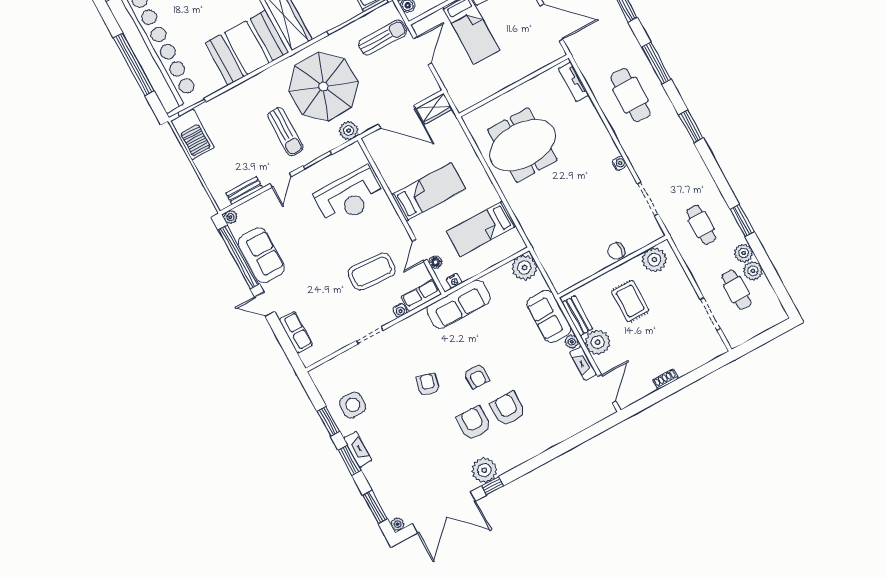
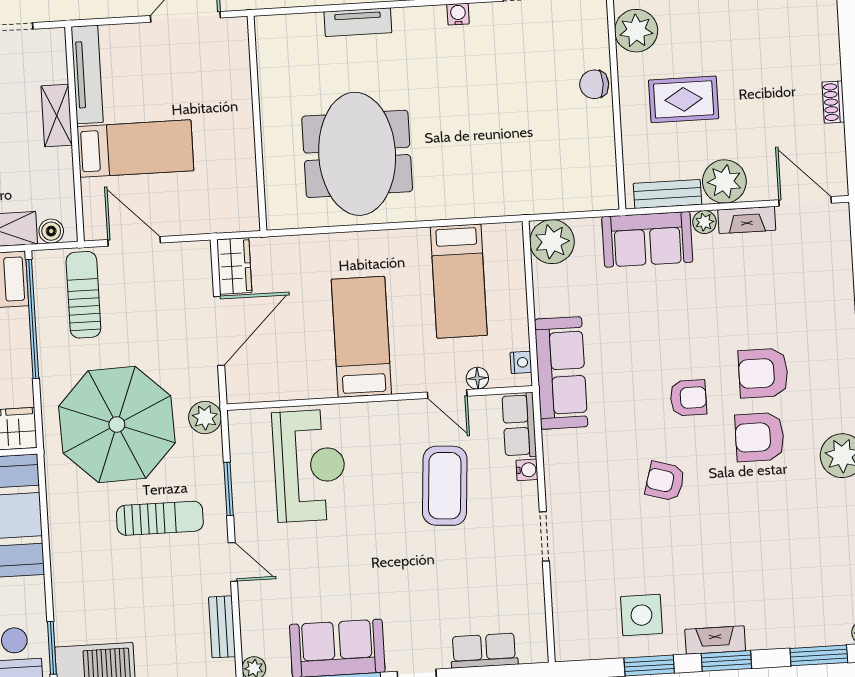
tv unit: (574, 82) -> (358, 22), moved
chair: (616, 251) -> (594, 84), turned 87

